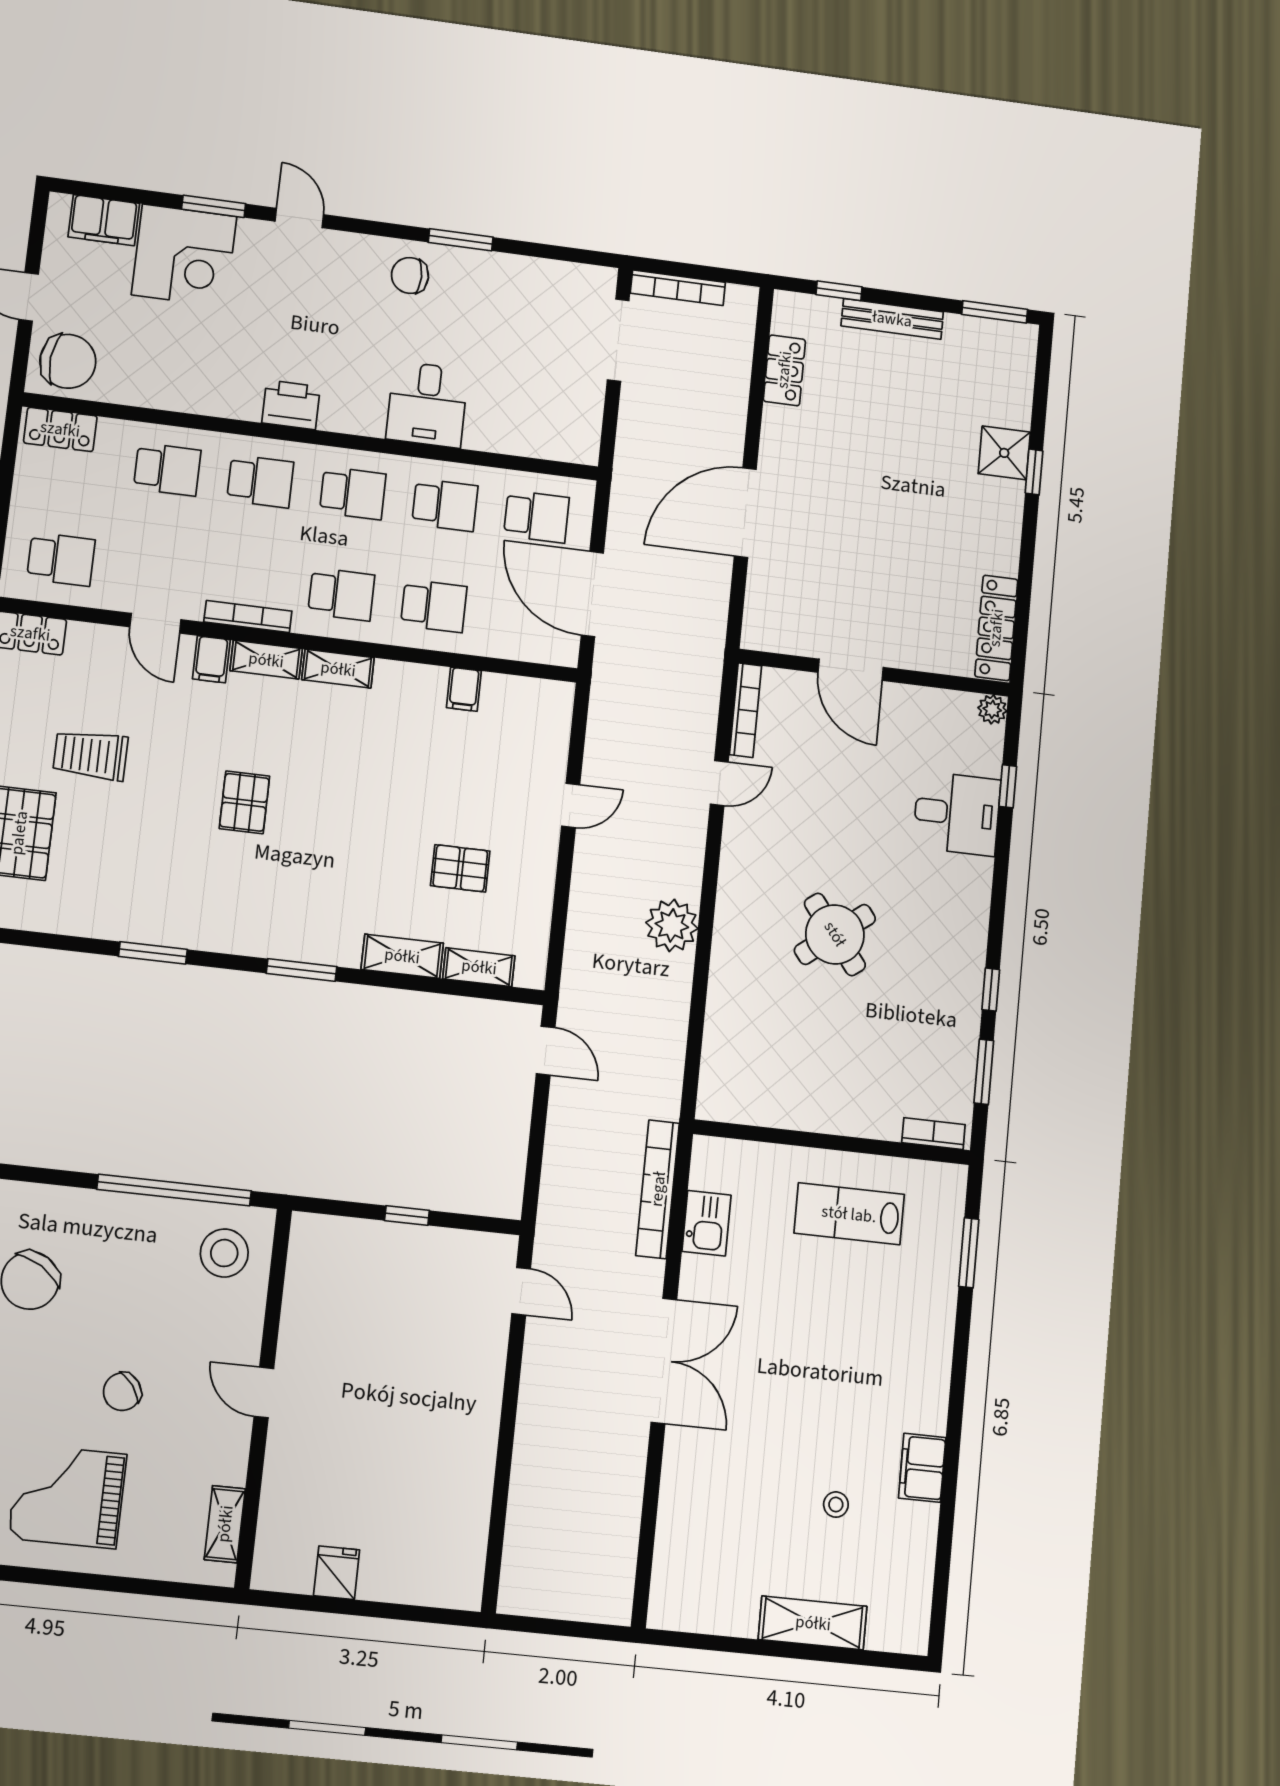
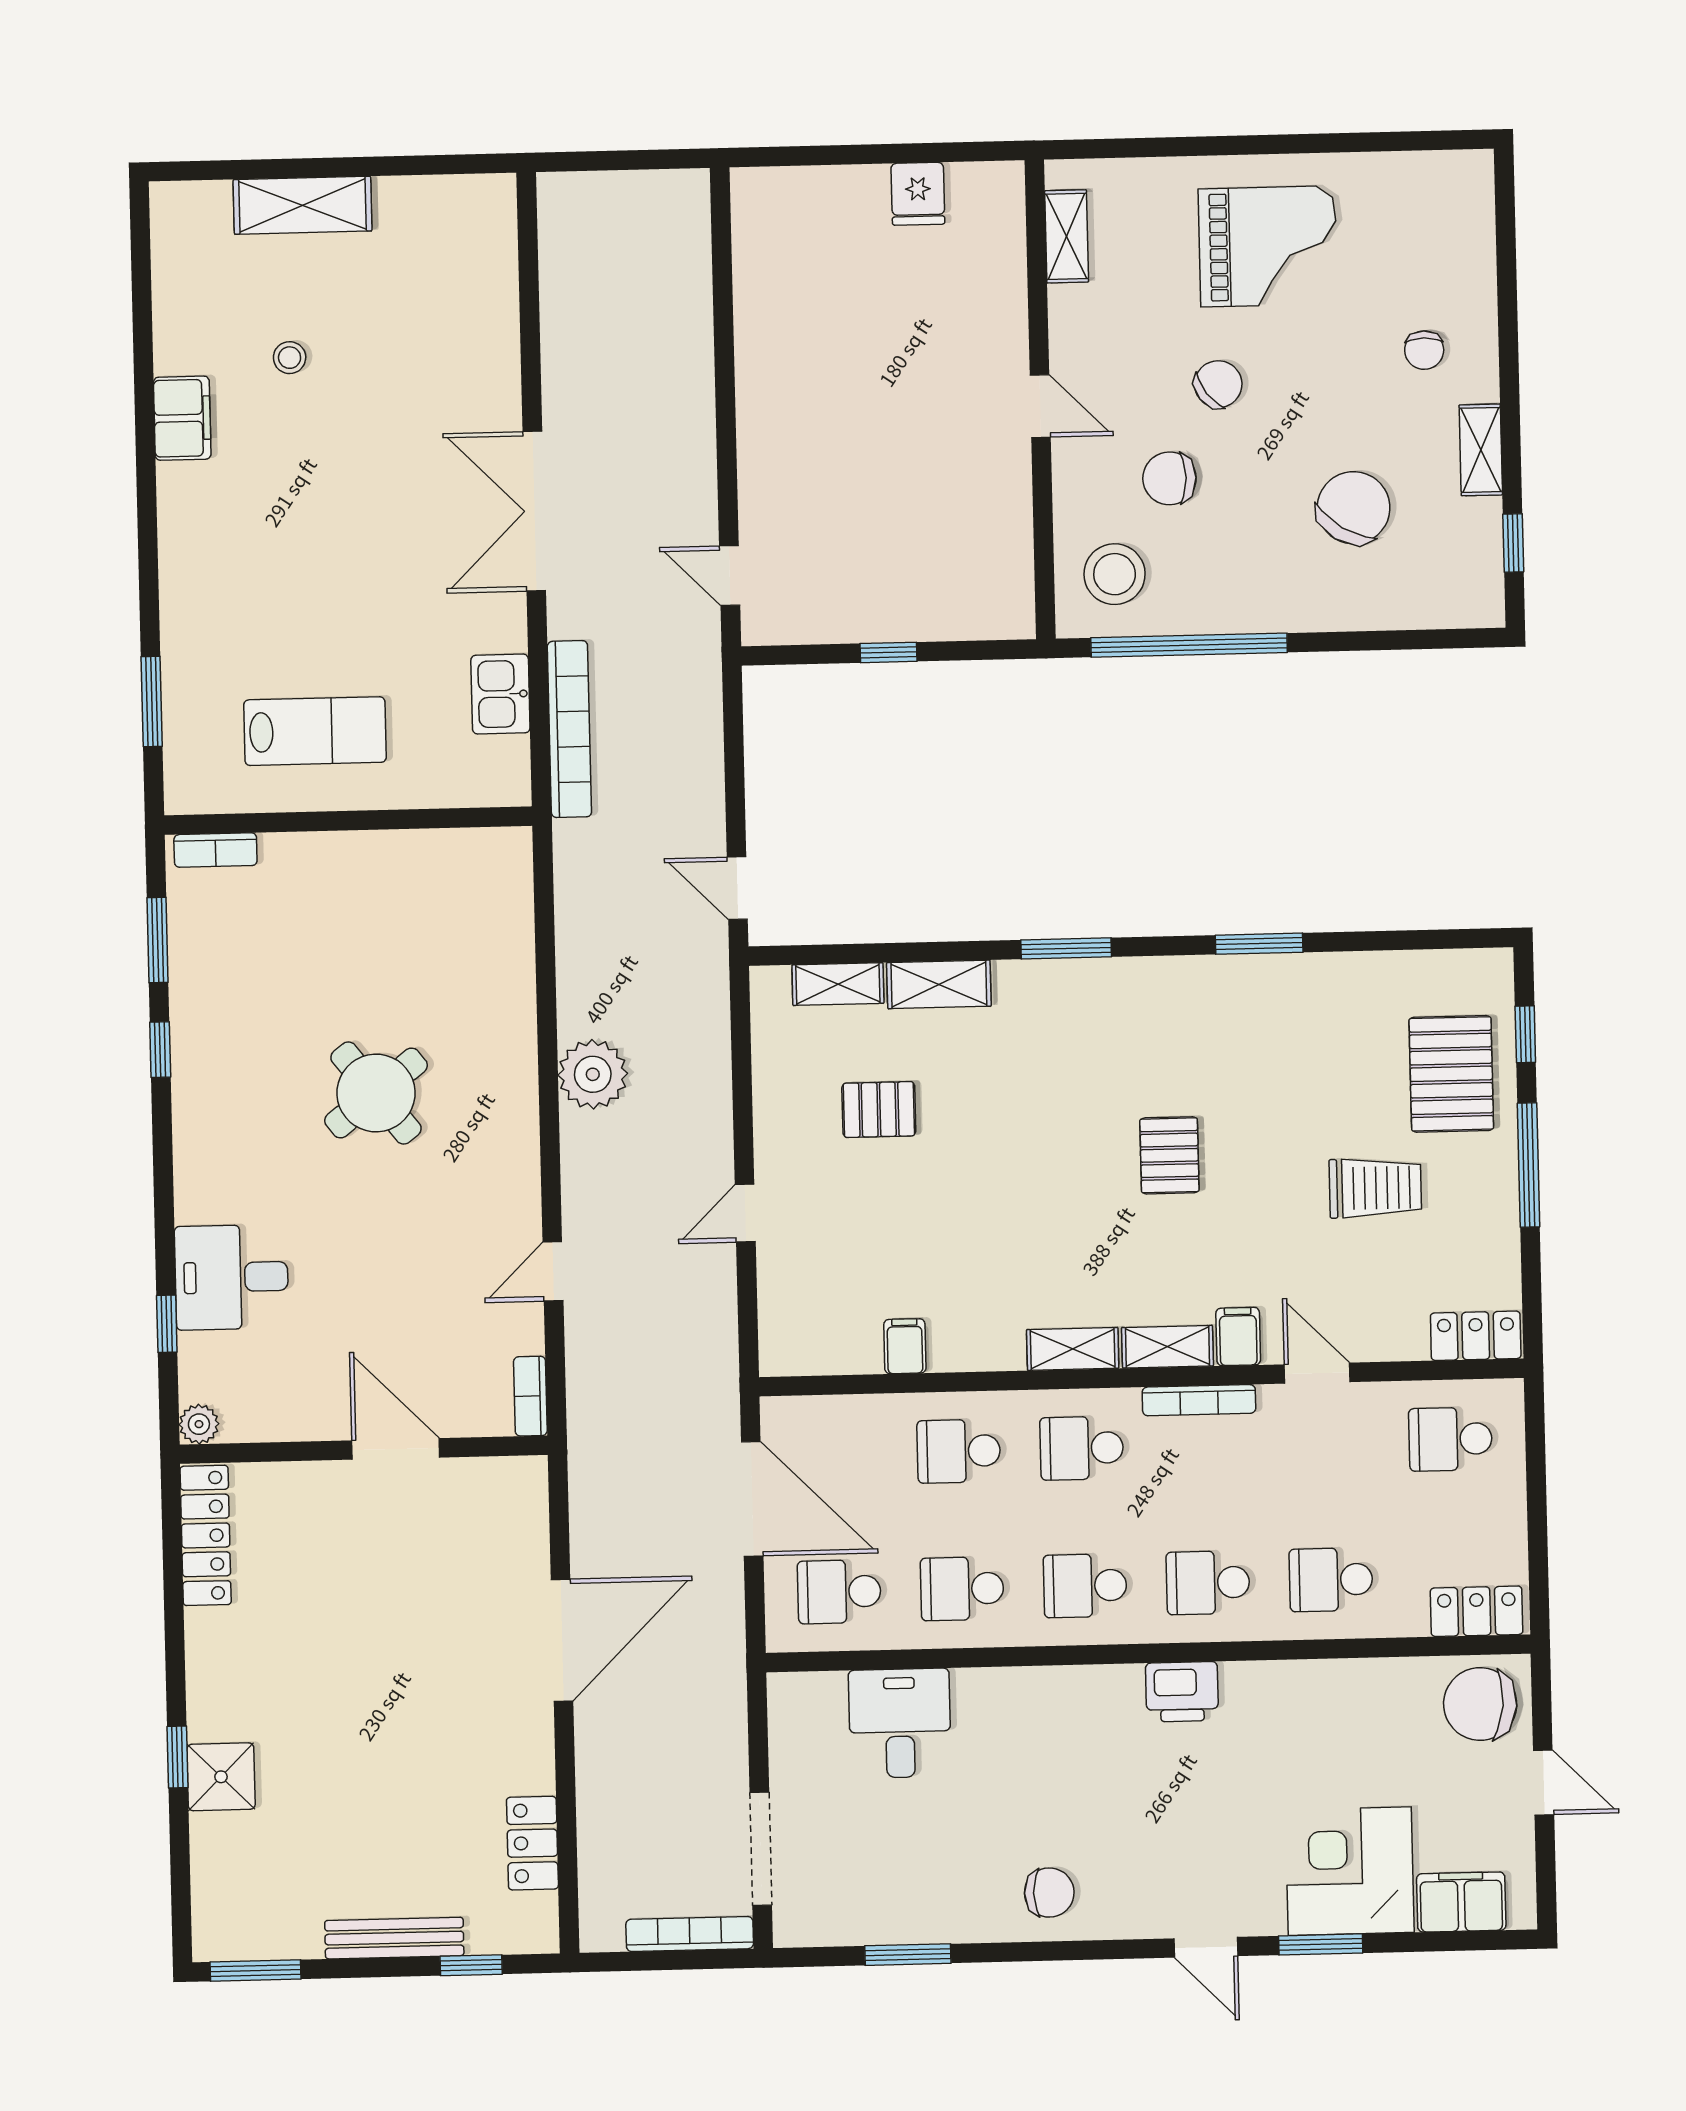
window: (461, 240) -> (908, 1955), moved
desk: (427, 404) -> (900, 1723), moved
bookcase: (745, 710) -> (530, 1396), width x0.64
chair: (171, 1322) -> (1169, 478), added

